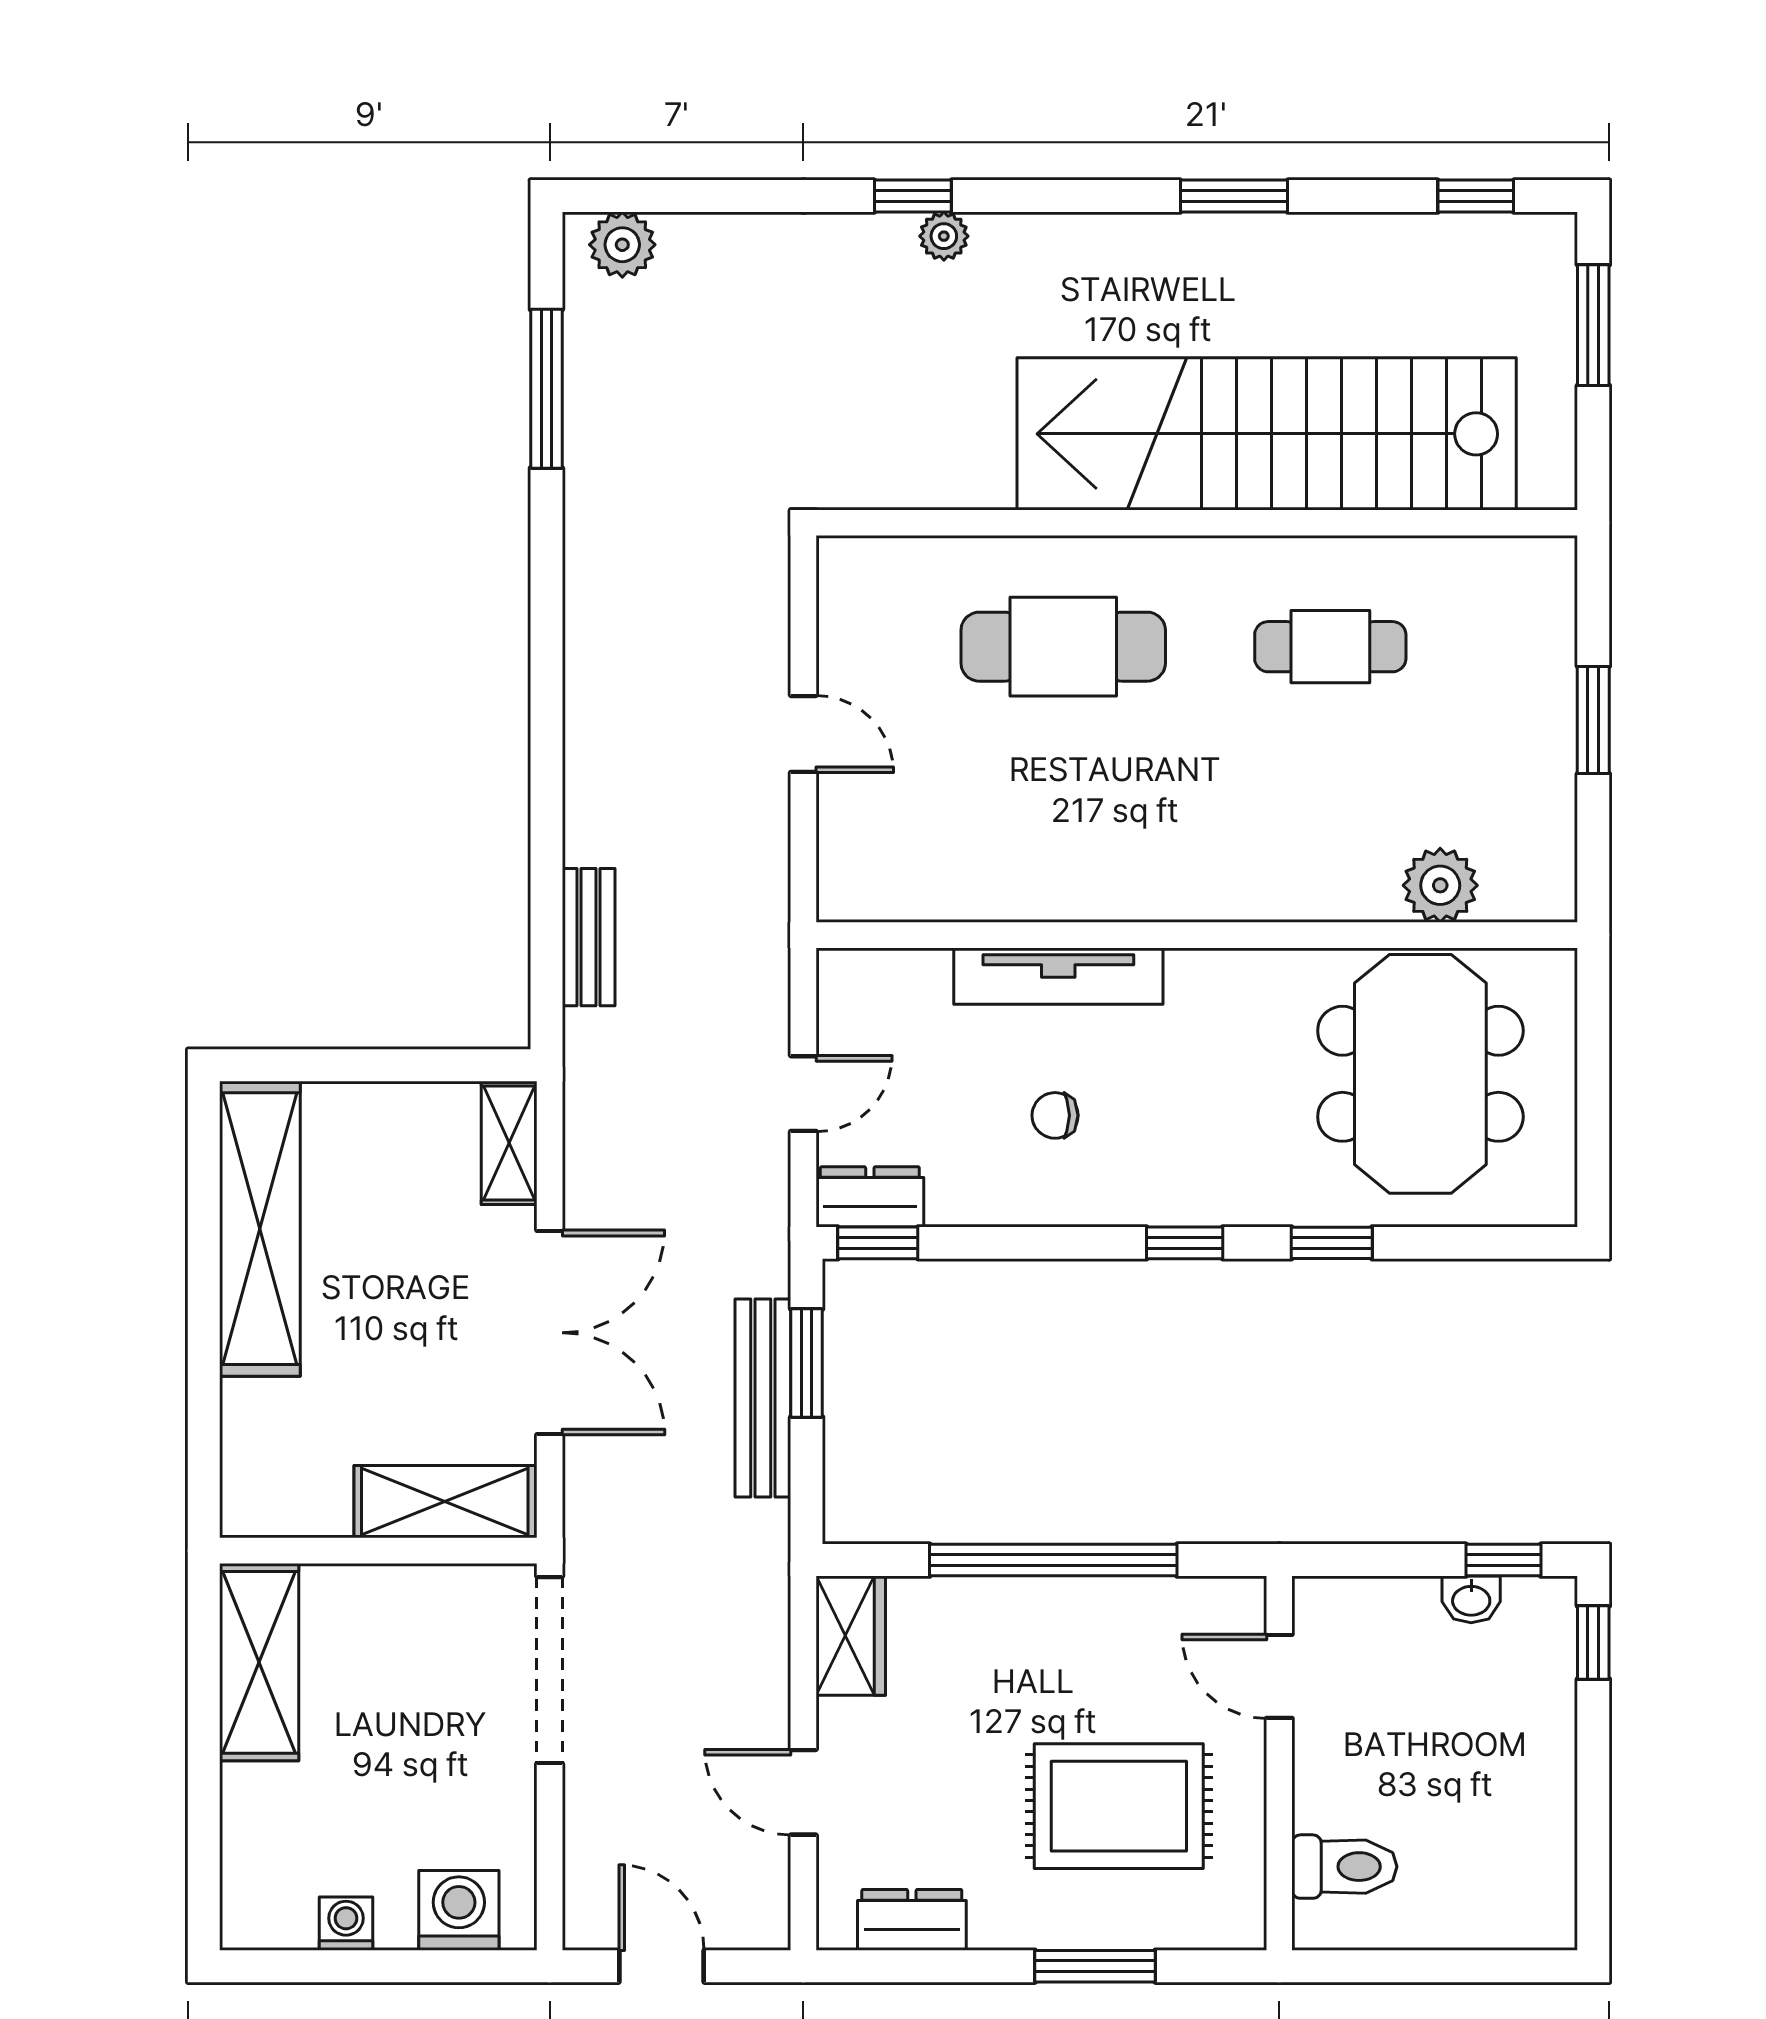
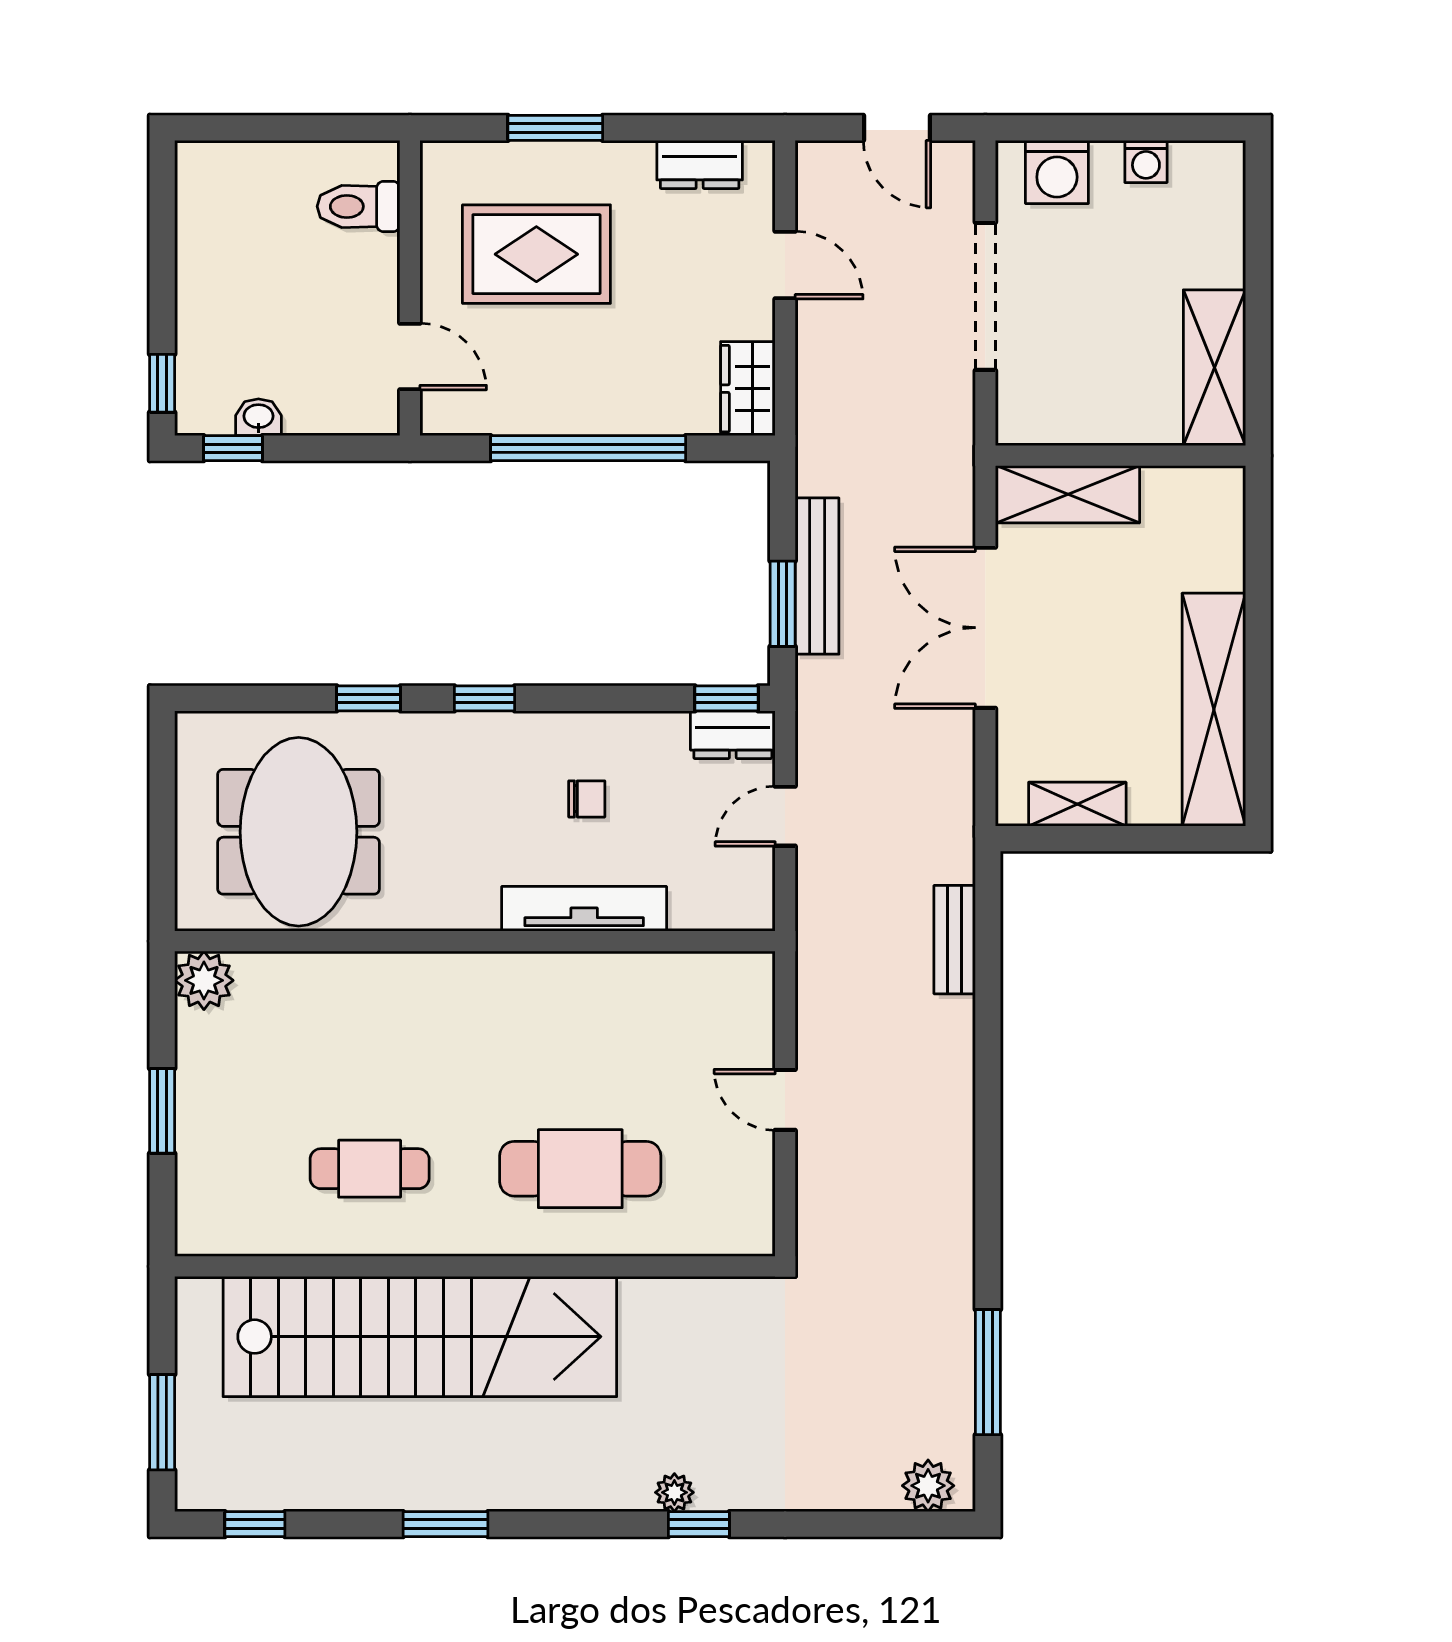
plant: (1440, 885) -> (204, 980), moved
shelving: (509, 1143) -> (1077, 804), moved, turned 90
doorway: (550, 1670) -> (985, 296), moved

